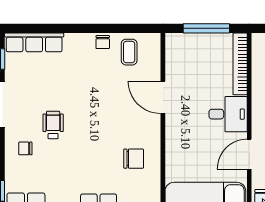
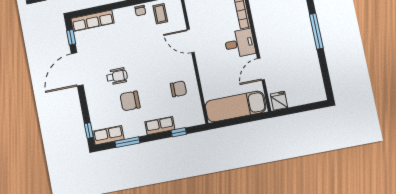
wheelchair: (53, 125) -> (117, 76), turned 90
chair: (25, 148) -> (130, 101), moved, width x1.87, depth x1.87

